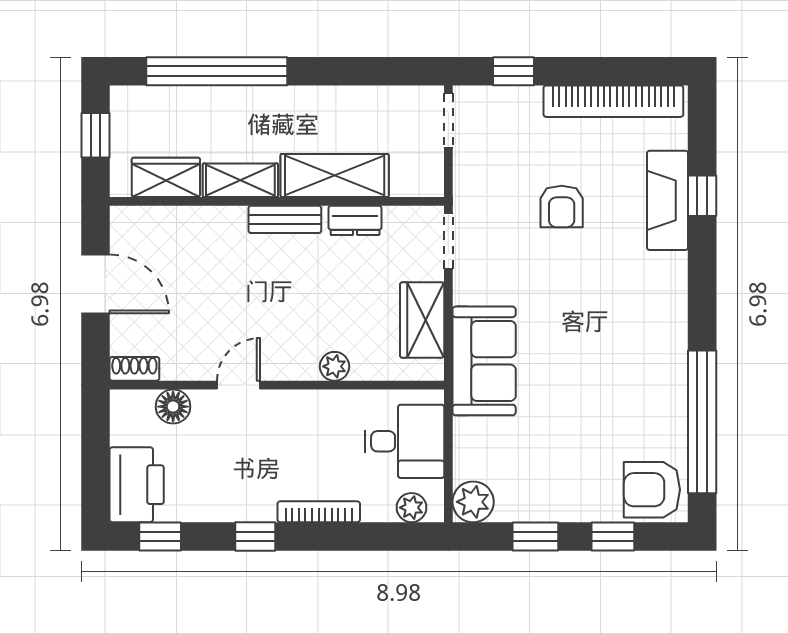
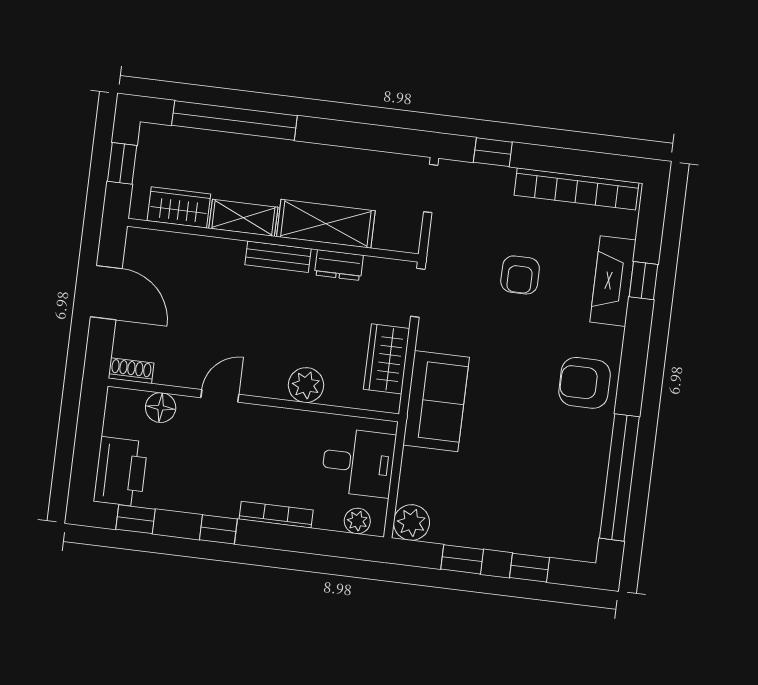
plant: (335, 366) -> (306, 385), width x1.38, depth x1.38
armchair: (652, 490) -> (585, 383), moved

